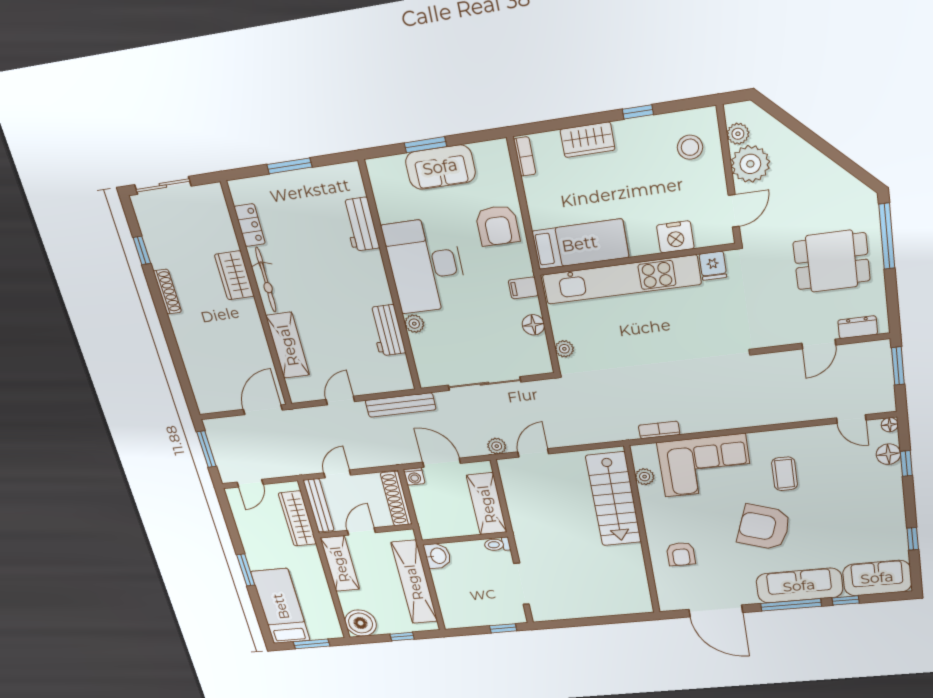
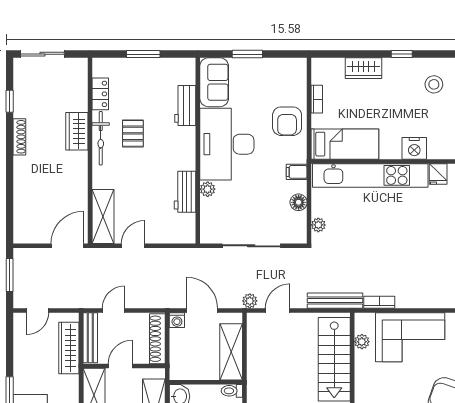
bookcase: (525, 156) -> (317, 99), moved
sofa: (440, 167) -> (214, 82), moved, turned -90
pallet: (304, 268) -> (133, 133), added
shelving: (288, 345) -> (103, 216), moved
bench: (401, 405) -> (335, 301), moved

